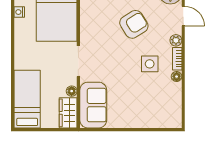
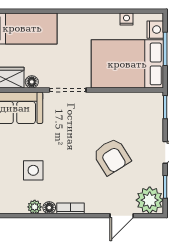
plant: (176, 40) -> (35, 207), moved
side table: (150, 64) -> (33, 170), moved

